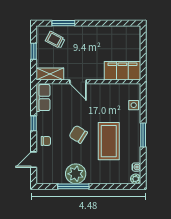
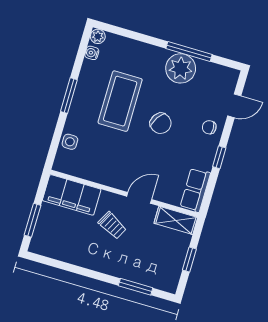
trolley: (55, 40) -> (112, 225), moved
window: (143, 47) -> (32, 220), added
door: (78, 82) -> (139, 198), hinge flipped

